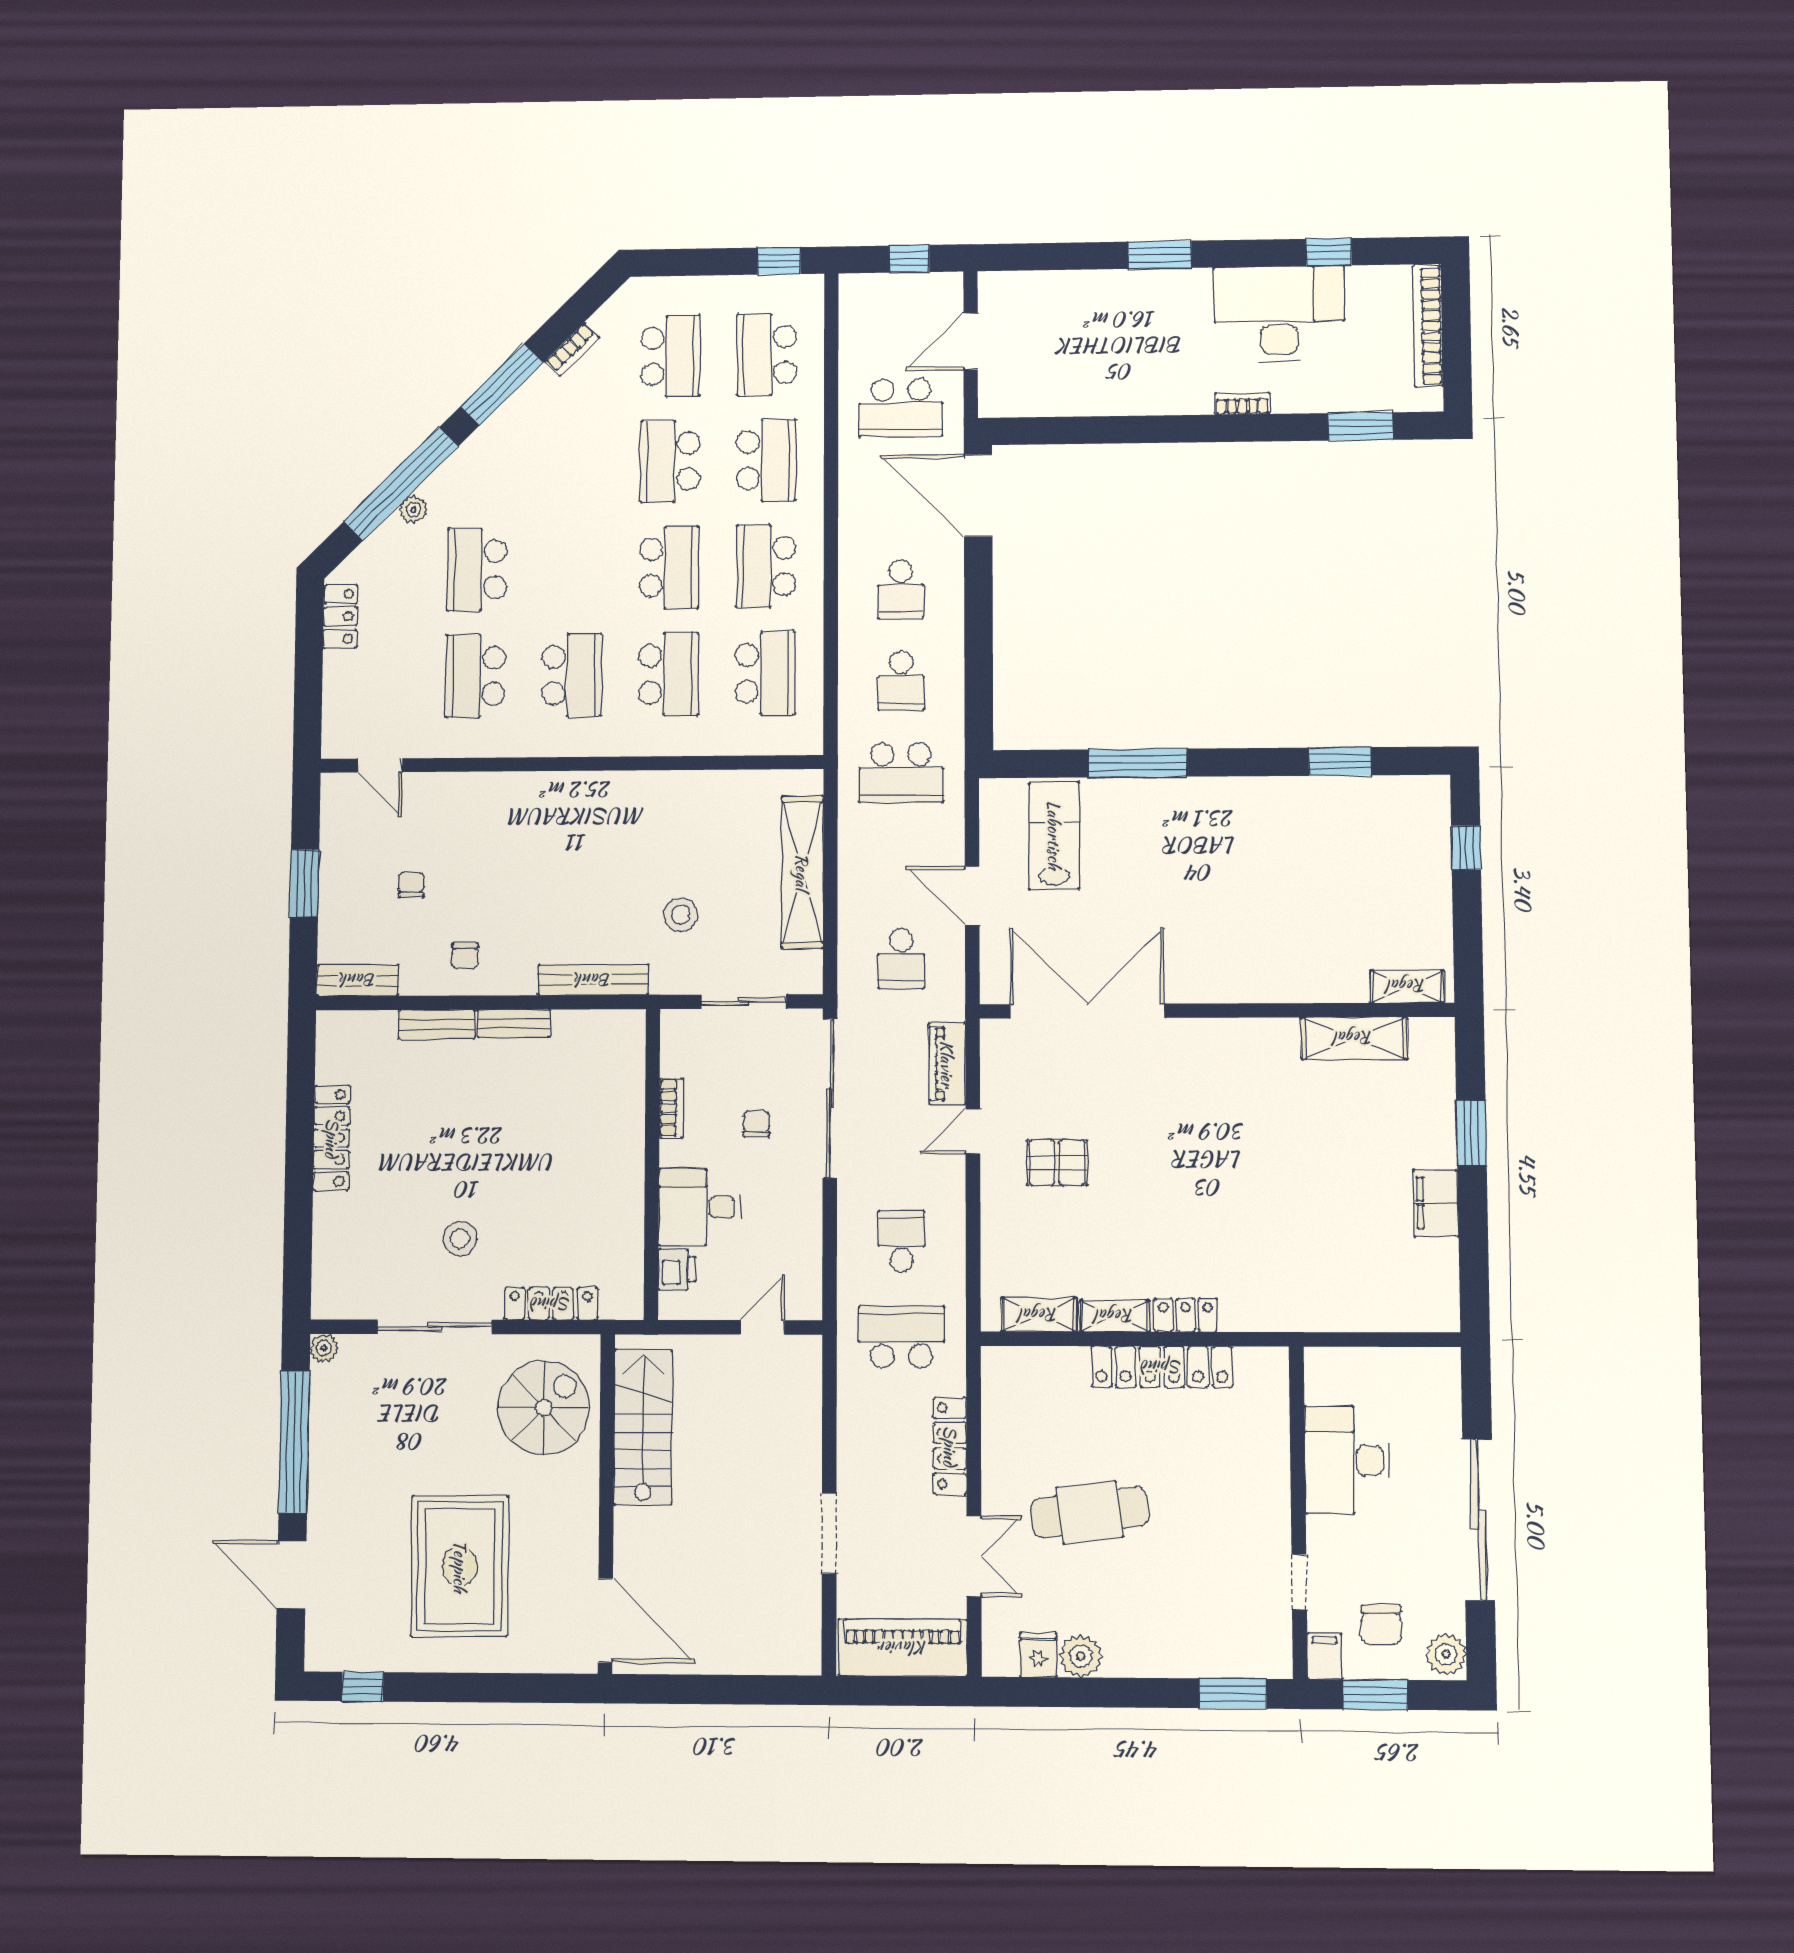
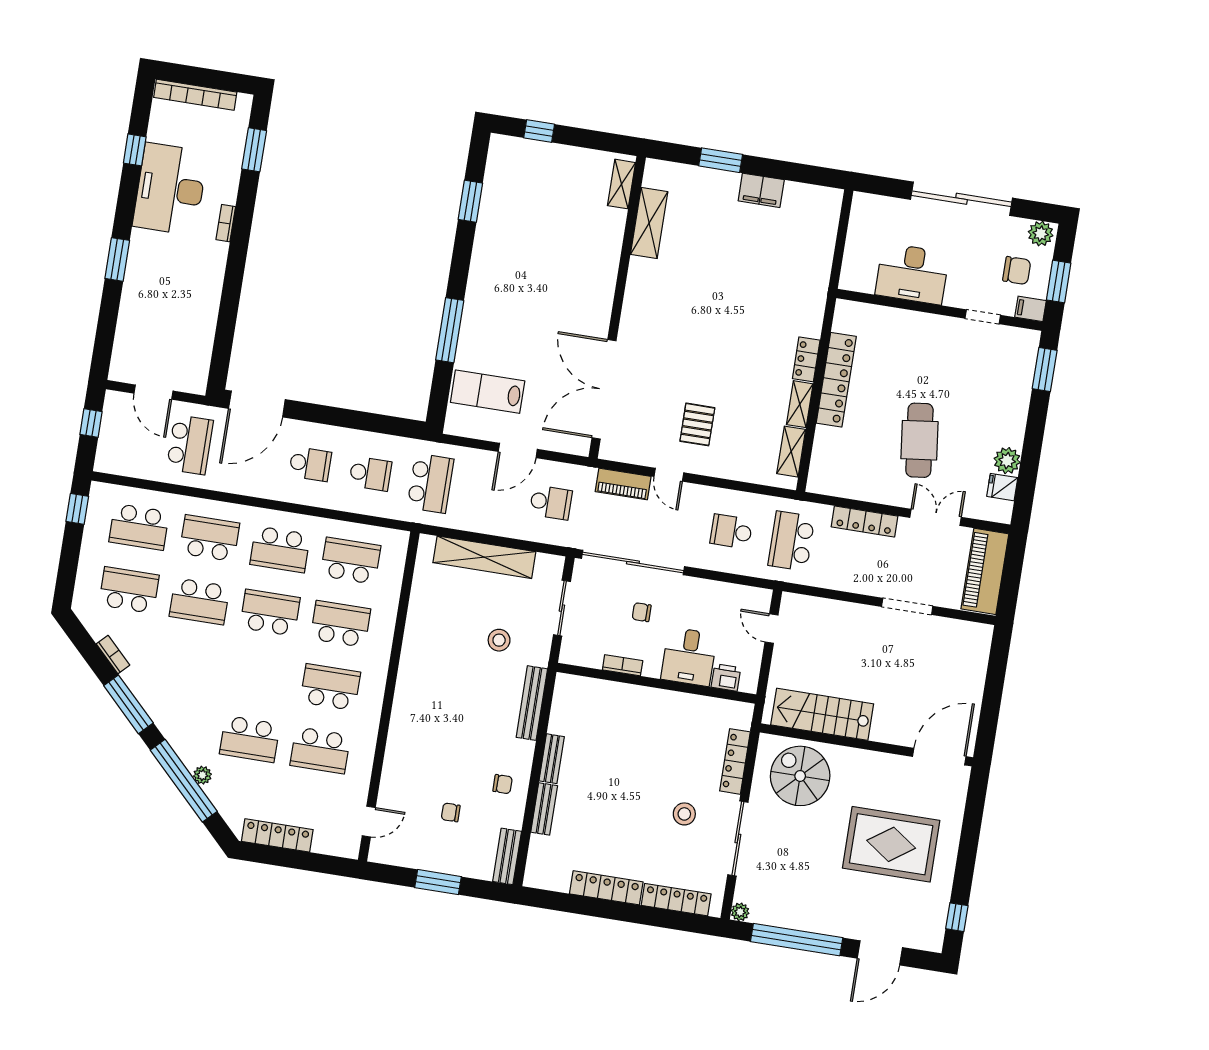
locker: (340, 616) -> (277, 835), width x1.53
locker: (329, 1247) -> (676, 900), added

